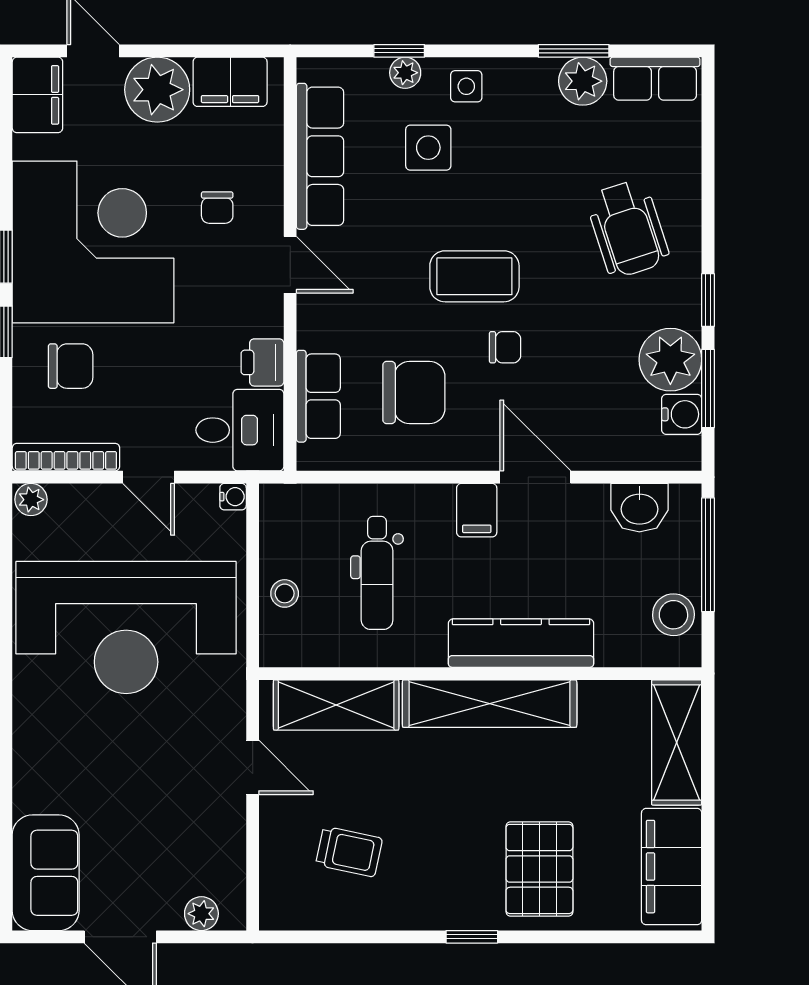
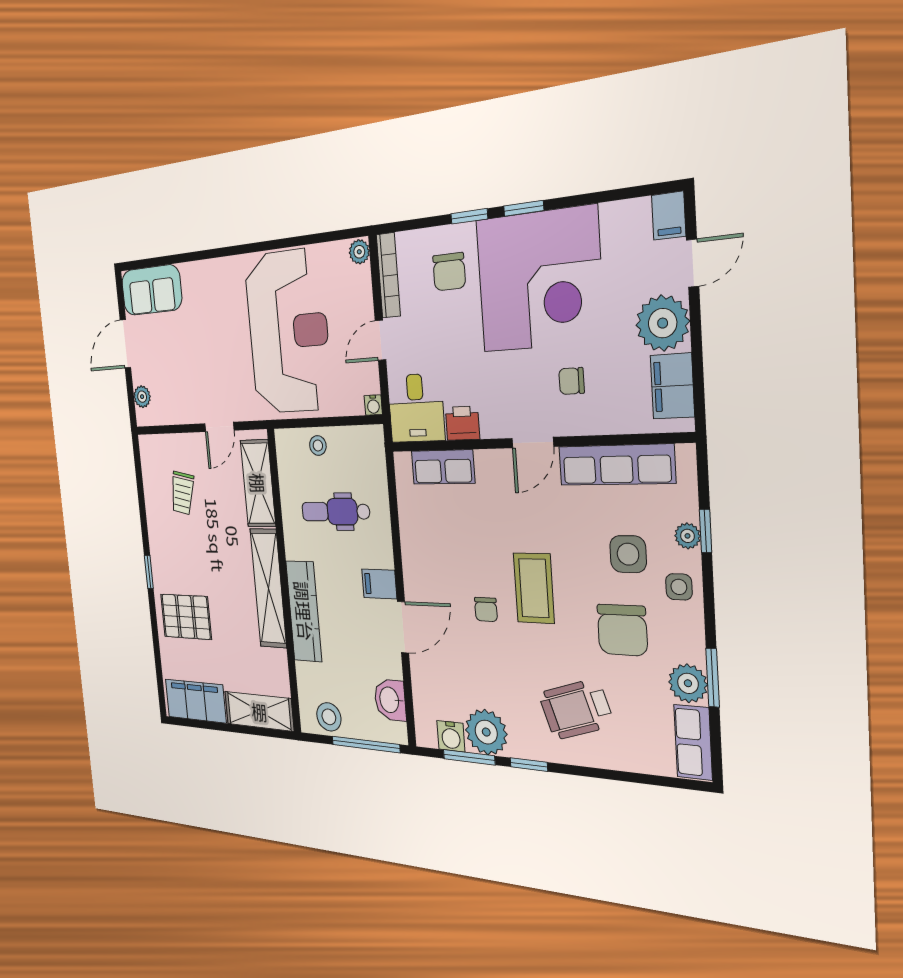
filing cabinet: (37, 95) -> (669, 216), width x0.50
chair: (414, 393) -> (622, 630), moved
reception desk: (126, 628) -> (288, 332), turned 180

